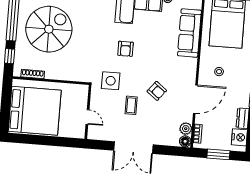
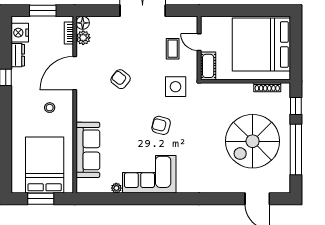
armchair: (126, 49) -> (161, 125), turned -76
cot: (82, 96) -> (208, 66), added
coffee table: (131, 105) -> (173, 49), moved

